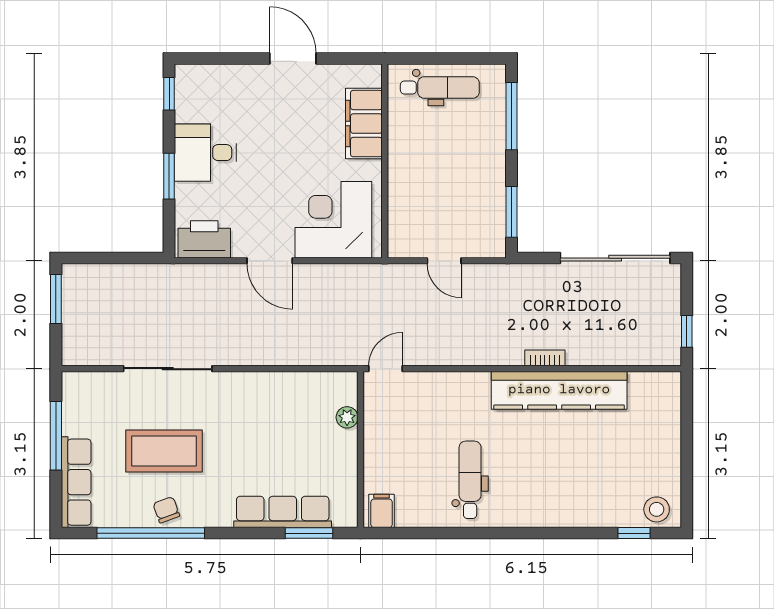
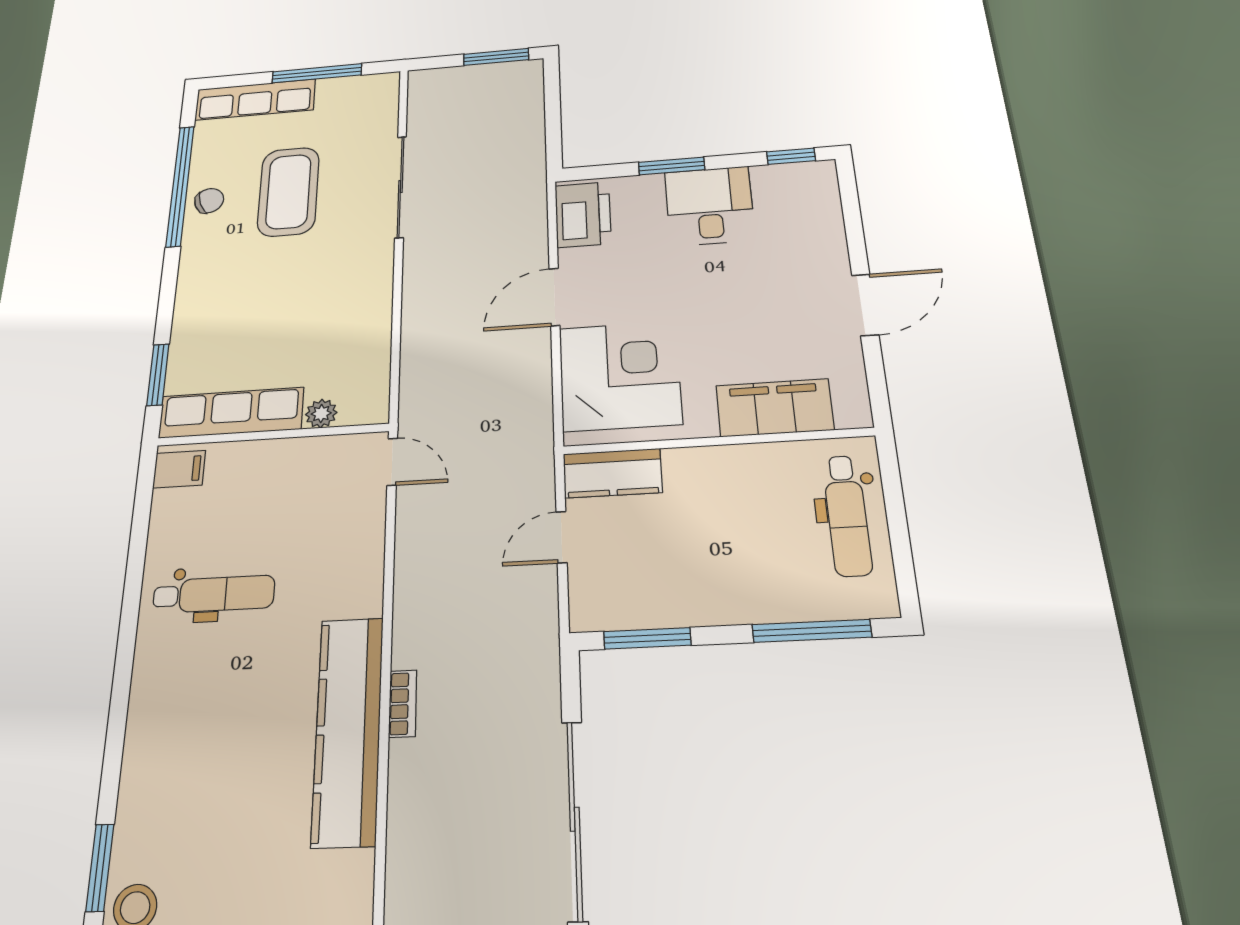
kitchen counter: (403, 228) -> (612, 473), added
row of seats: (283, 512) -> (231, 413), moved, turned -90
window: (634, 533) -> (100, 868), width x1.50

